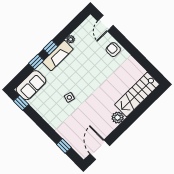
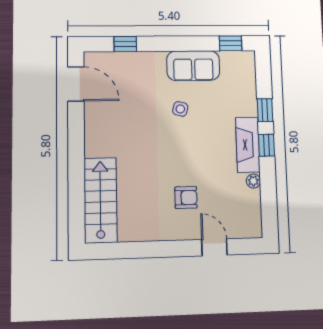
door: (105, 23) -> (214, 247), moved
armchair: (113, 50) -> (186, 198), moved
sofa: (31, 85) -> (193, 66), moved, turned -90
plant: (118, 118) -> (95, 146), removed

